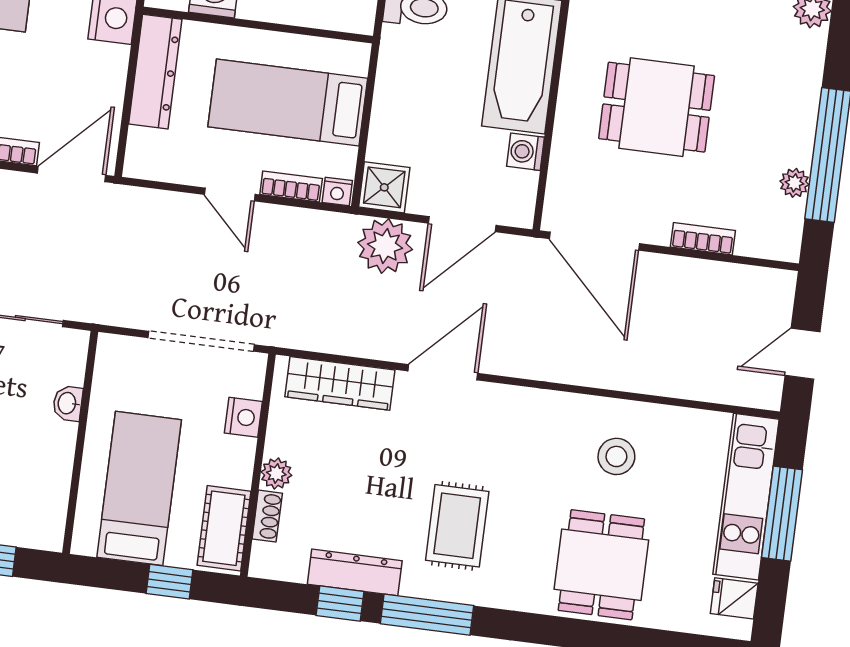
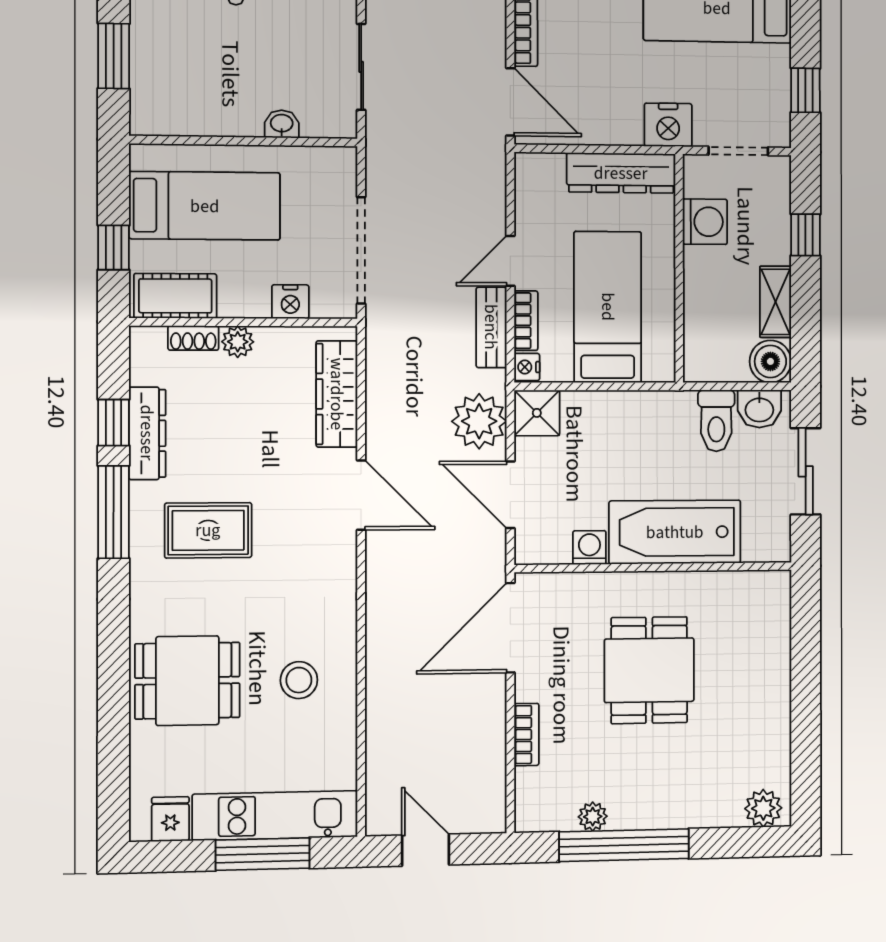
bench: (294, 222) -> (491, 327), added

